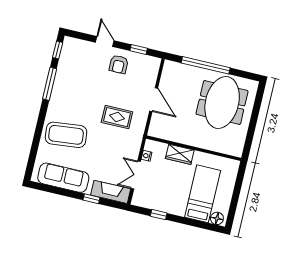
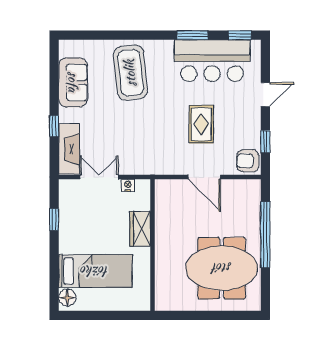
armchair: (119, 64) -> (248, 161), moved
bar counter: (71, 74) -> (212, 61), added
window: (50, 84) -> (193, 35), width x0.69
door: (154, 100) -> (204, 177), hinge flipped
rug: (117, 117) -> (201, 124), moved
sofa: (63, 178) -> (73, 82), width x0.73

